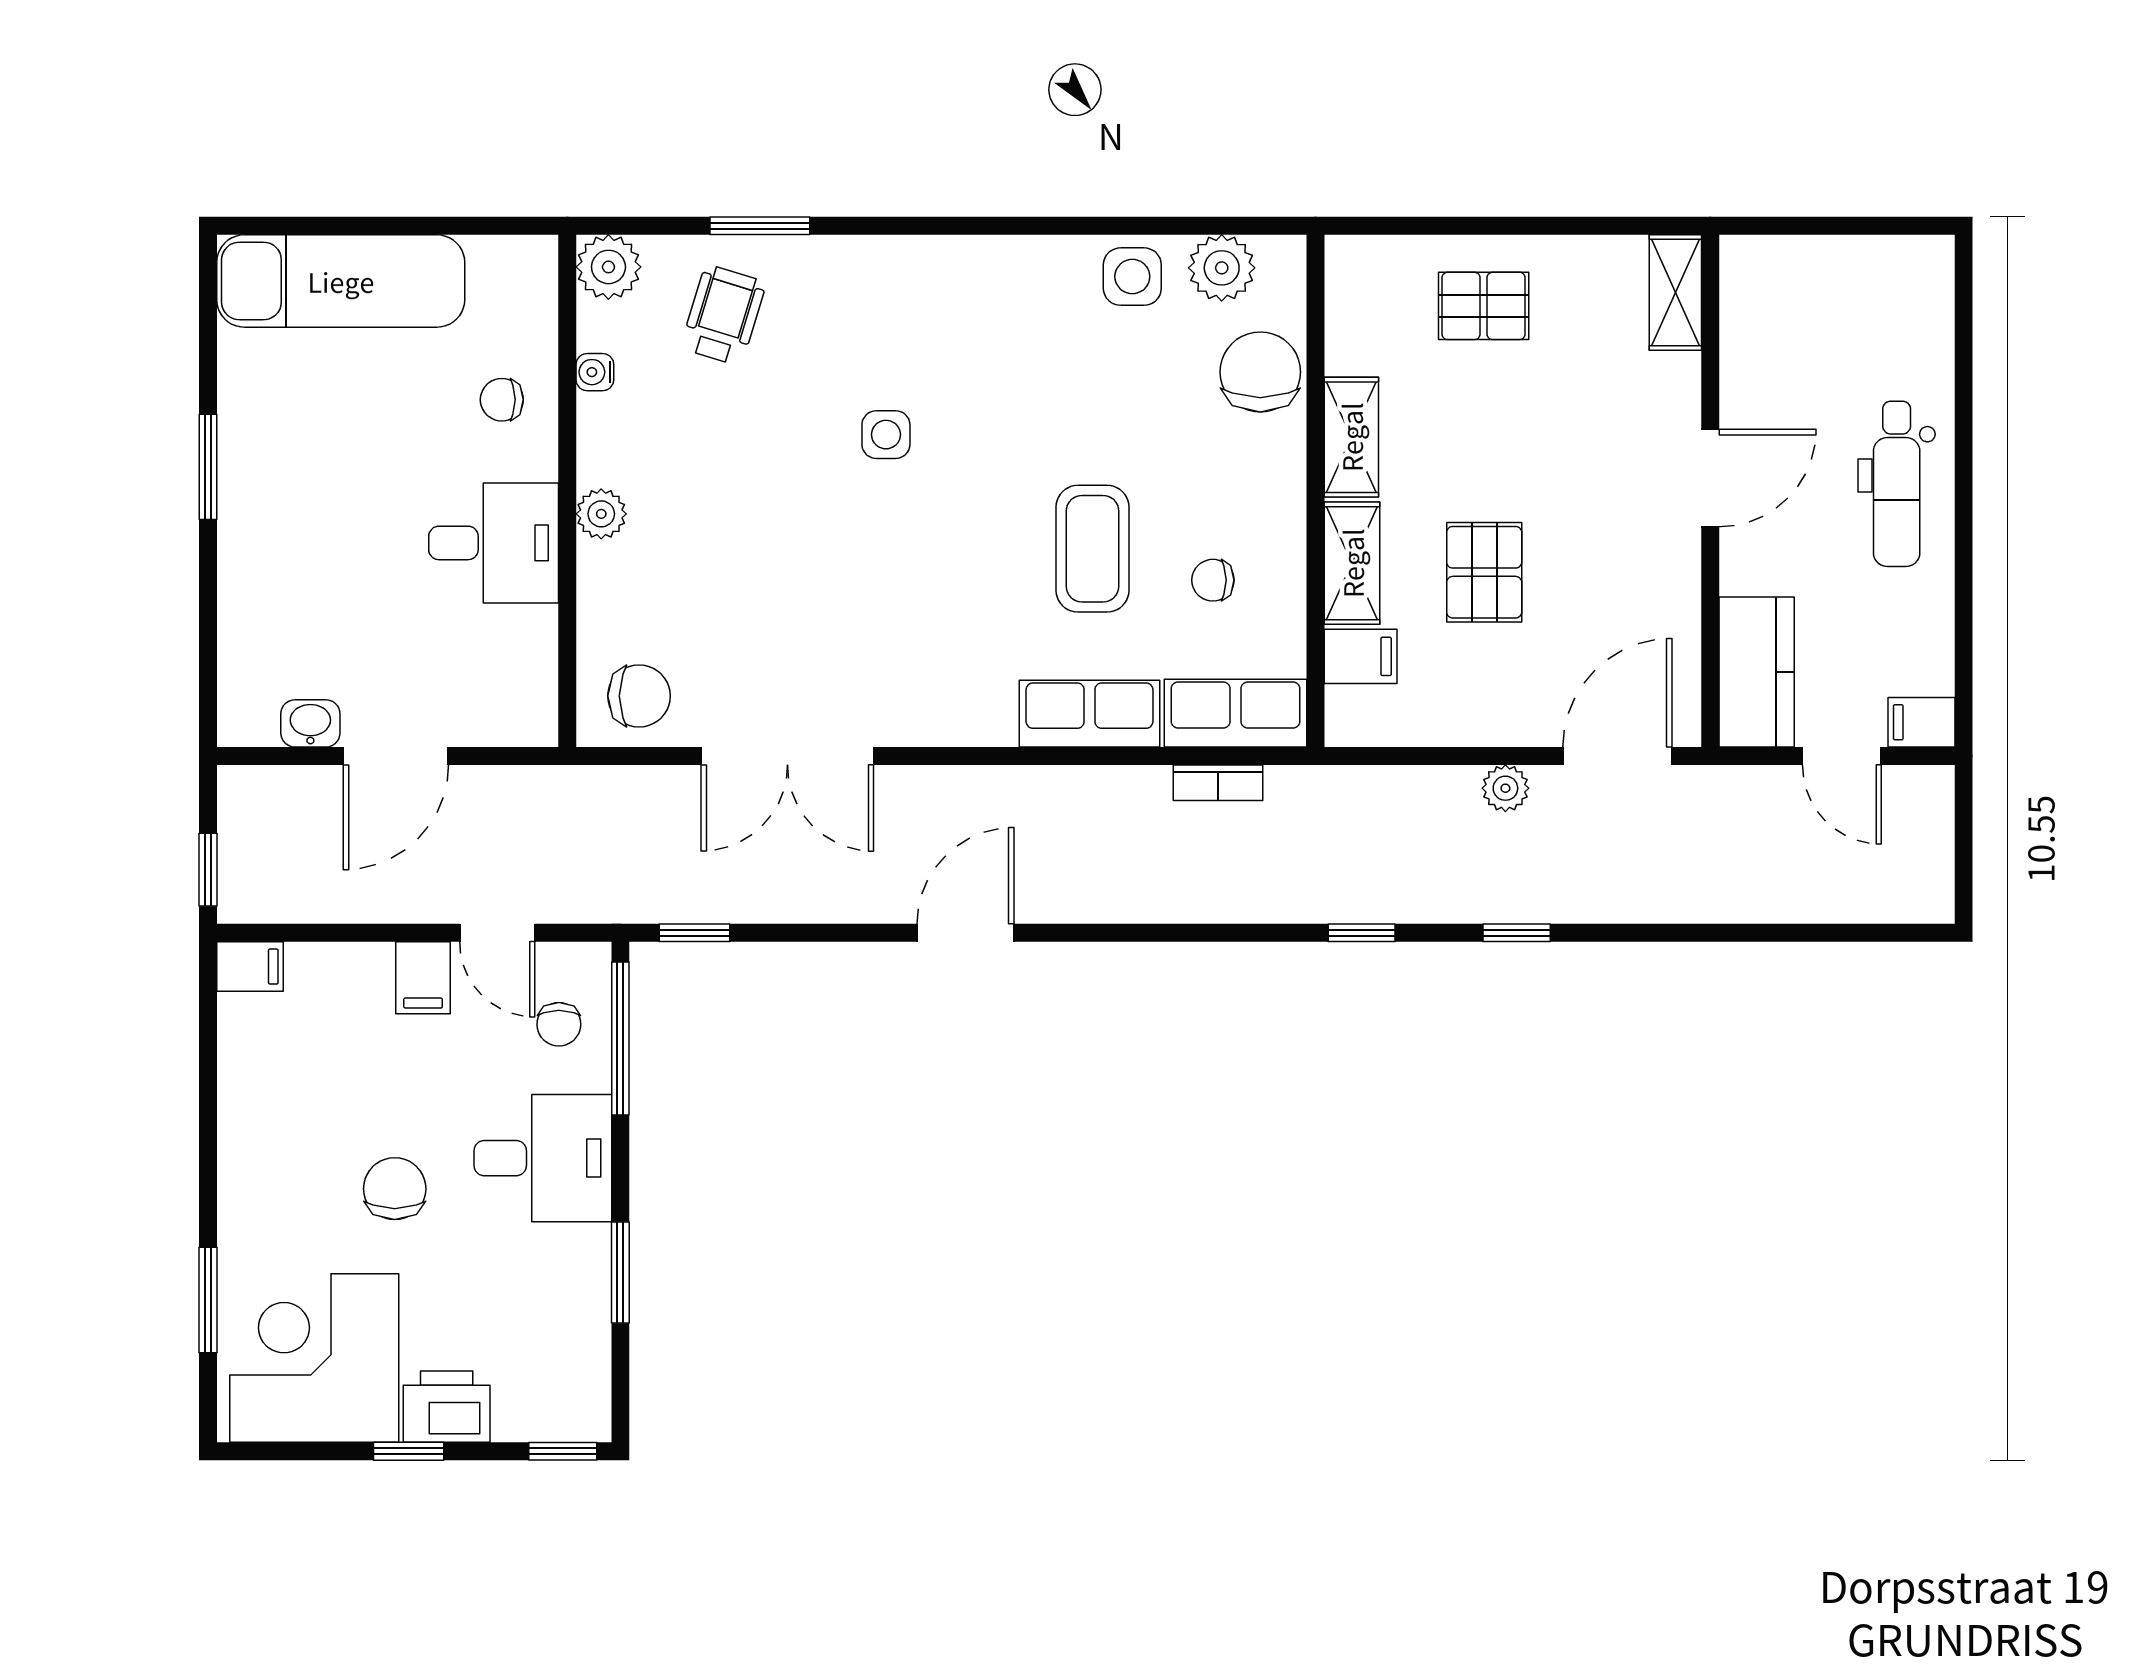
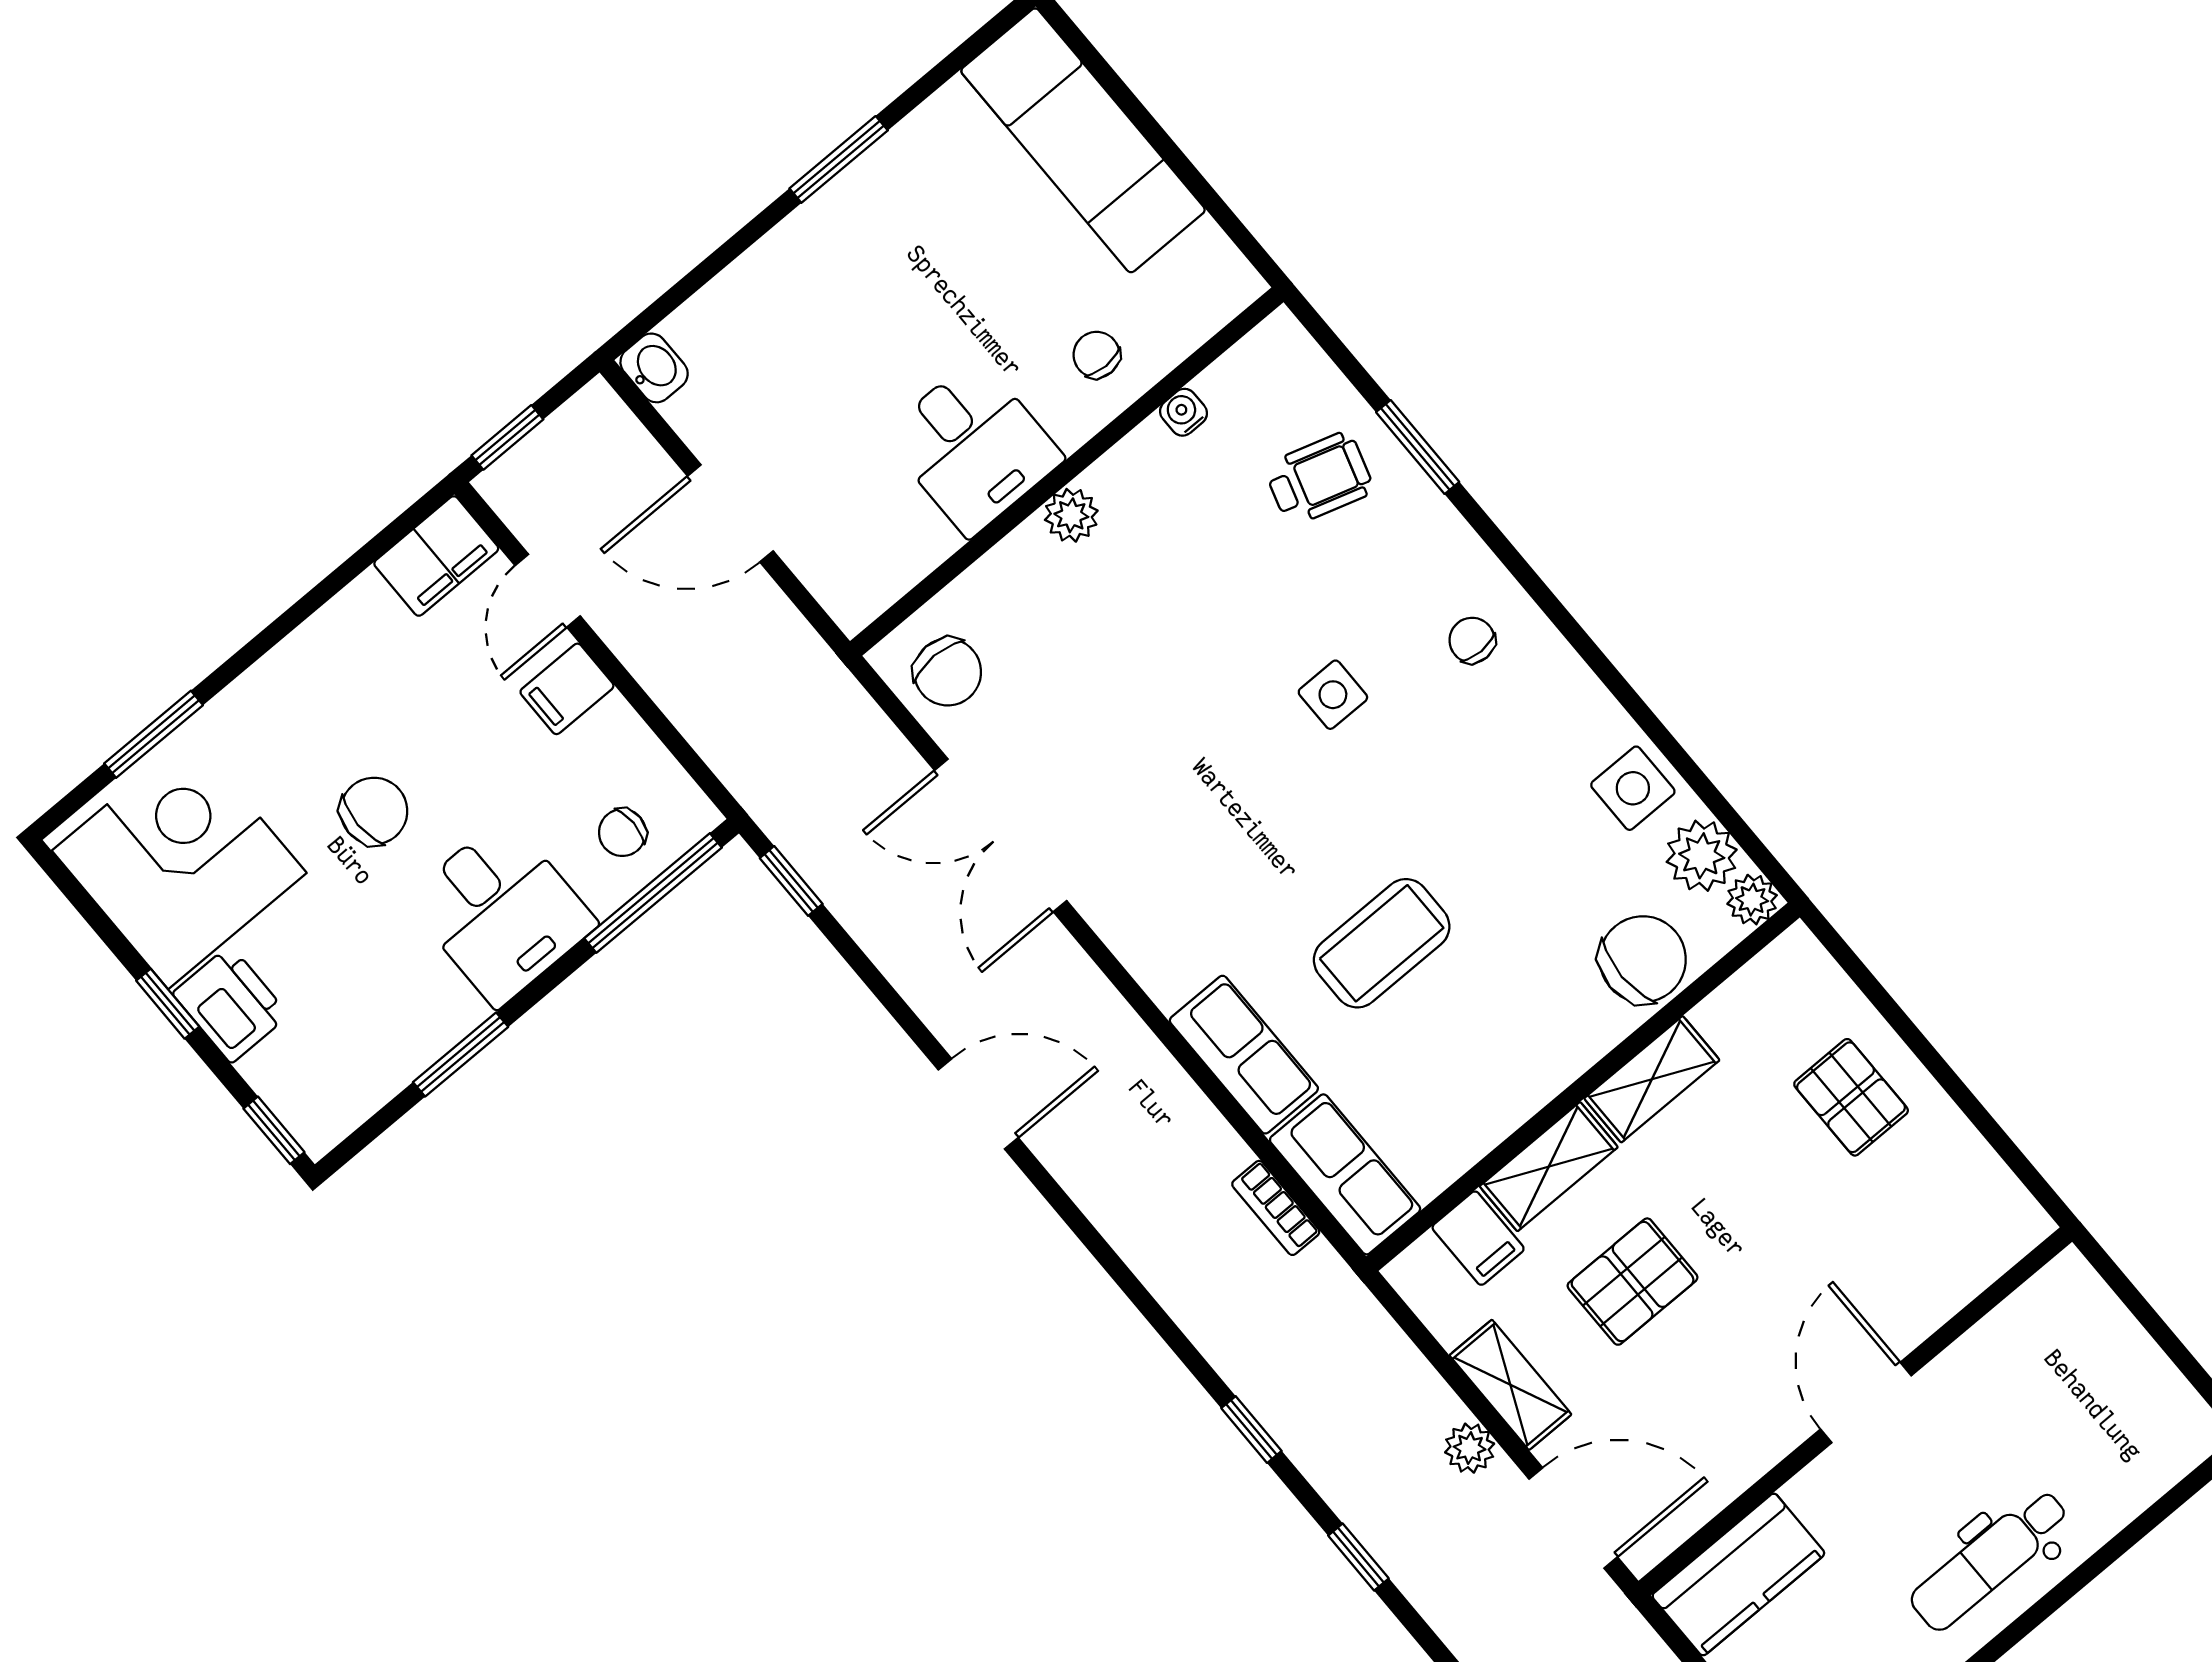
plant: (608, 267) -> (1752, 900), moved, width x0.73, depth x0.73
shelving: (1675, 292) -> (1510, 1385), moved, turned 90
door: (1710, 478) -> (1866, 1402), swing flipped
chair: (1213, 580) -> (1472, 640), moved
washbasin: (310, 723) -> (654, 368), moved
door: (497, 933) -> (548, 591), moved
filing cabinet: (250, 967) -> (436, 556), width x2.00

